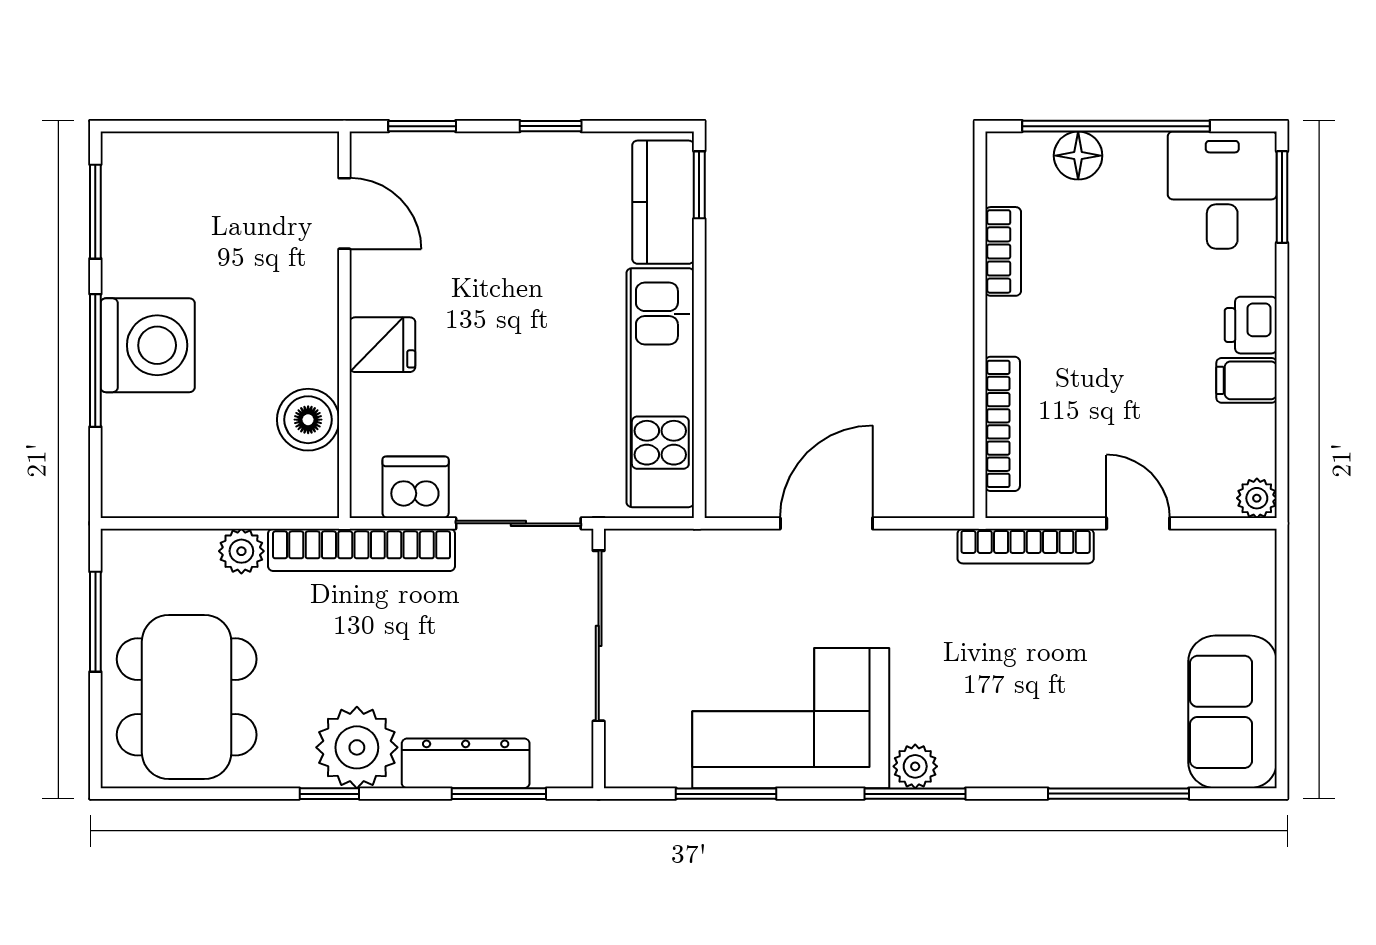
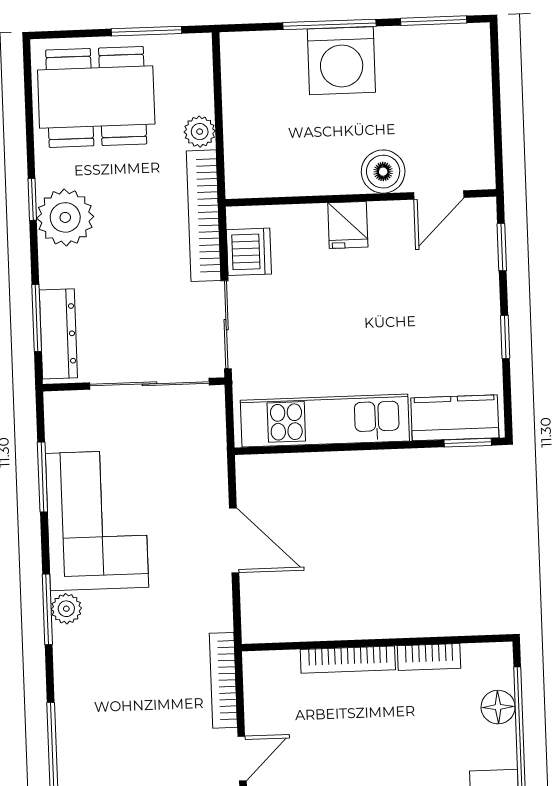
boiler: (308, 420) -> (383, 172), moved
bookcase: (1003, 424) -> (348, 660), moved
dresser: (466, 763) -> (58, 334), moved

